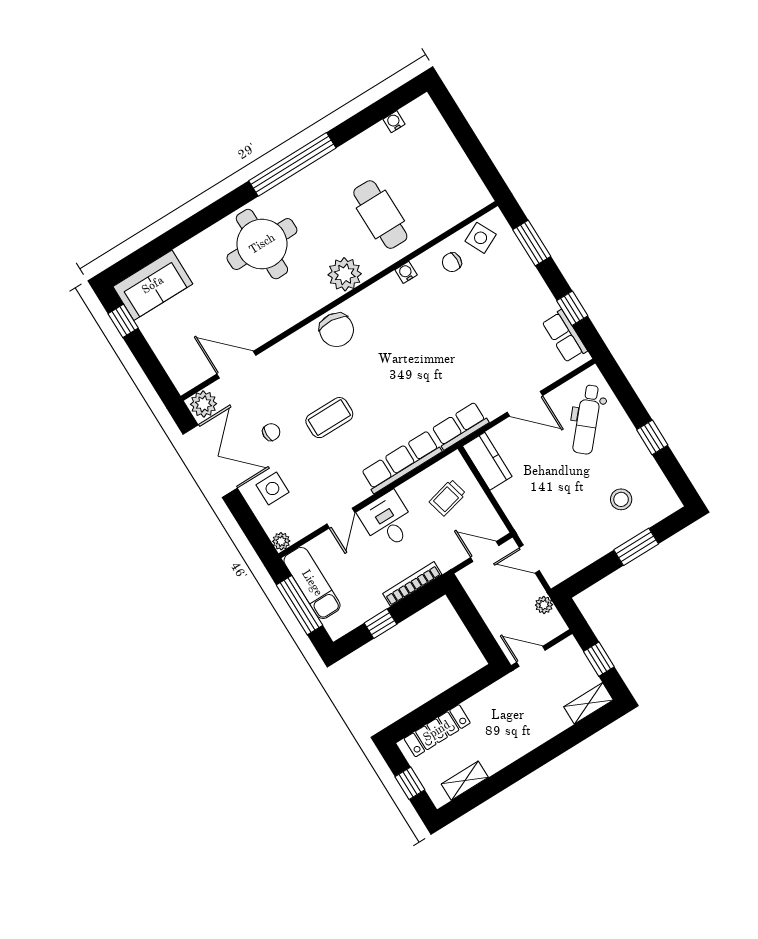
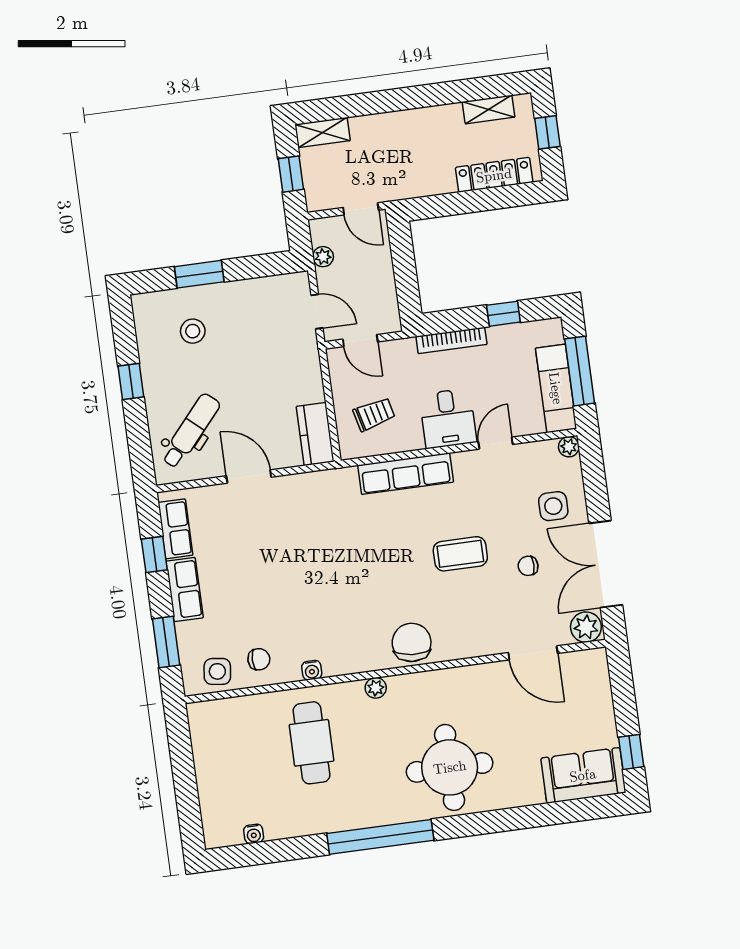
side table: (481, 238) -> (217, 671), turned 33
plant: (345, 274) -> (376, 688), width x0.53, depth x0.53
row of seats: (460, 426) -> (185, 589), moved, turned -90

